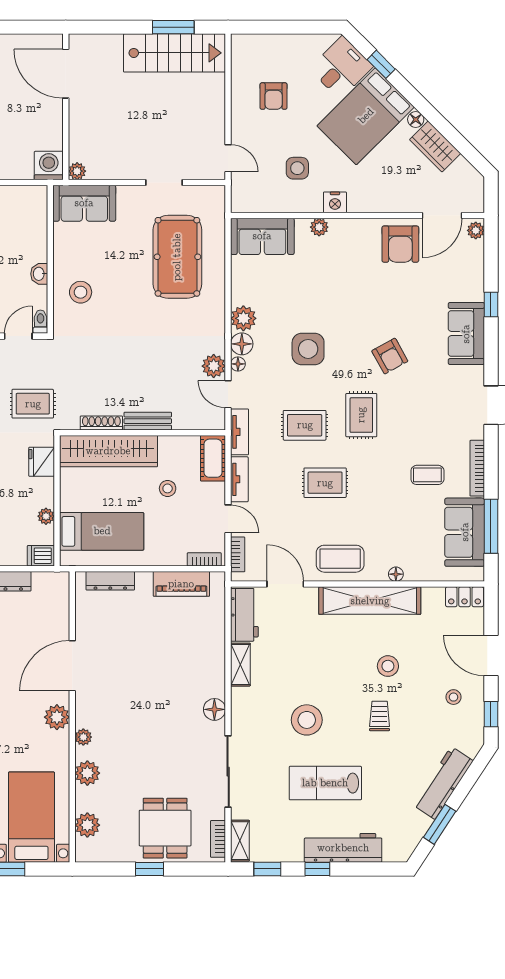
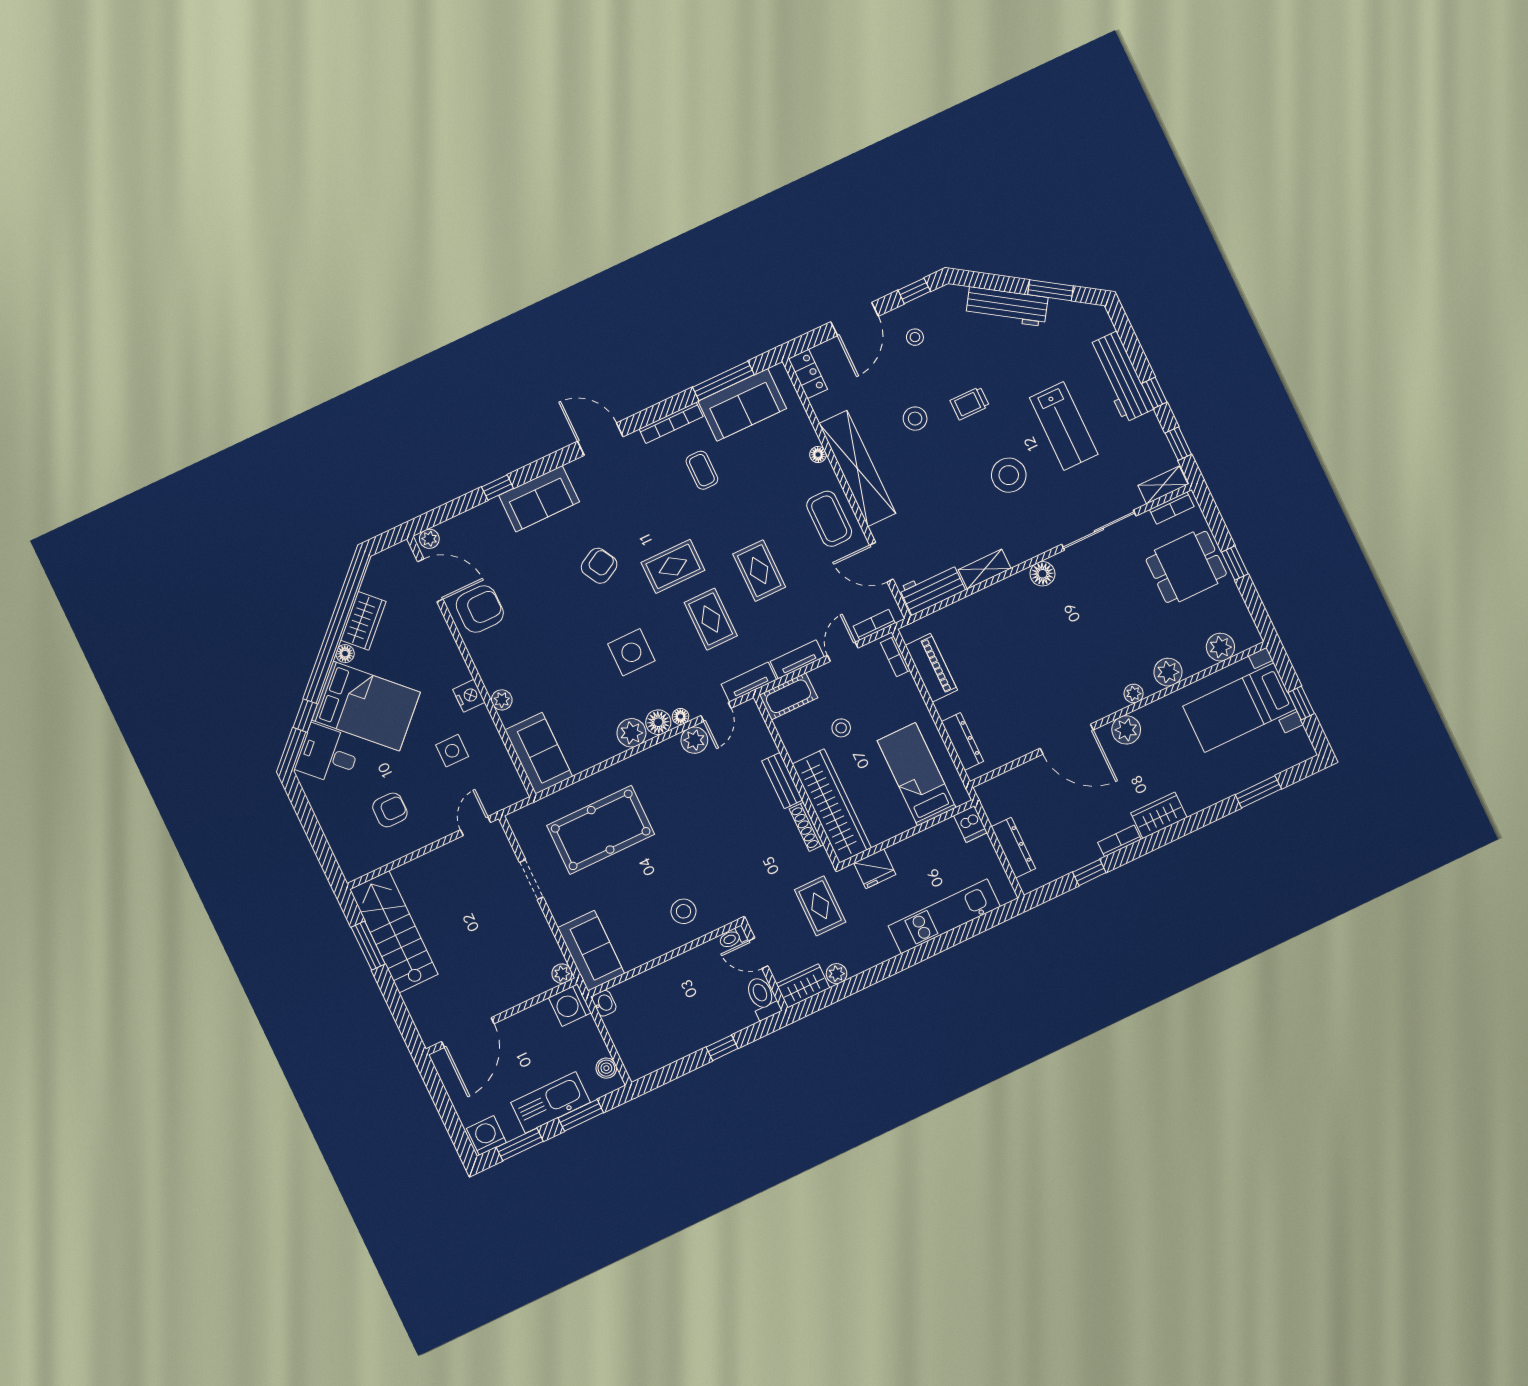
washbasin: (39, 274) -> (604, 1003), moved, turned -90
plant: (46, 516) -> (928, 838), removed
door: (285, 584) -> (881, 562), hinge flipped

